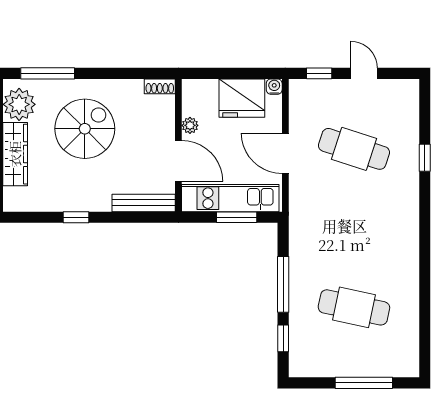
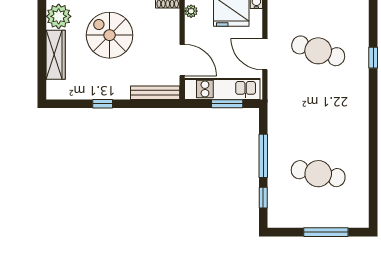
plant: (190, 125) -> (191, 11), moved
spiral stairs: (85, 129) -> (110, 35), turned -90

